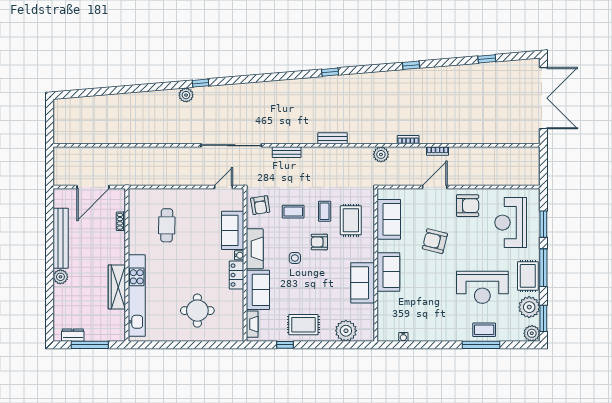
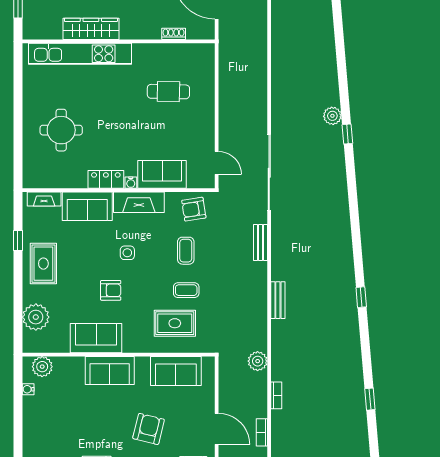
armchair: (319, 242) -> (111, 290), moved, turned 90
plant: (385, 326) -> (42, 367), added

